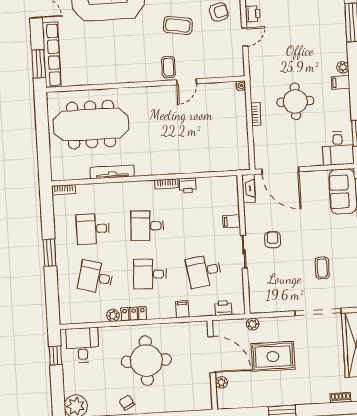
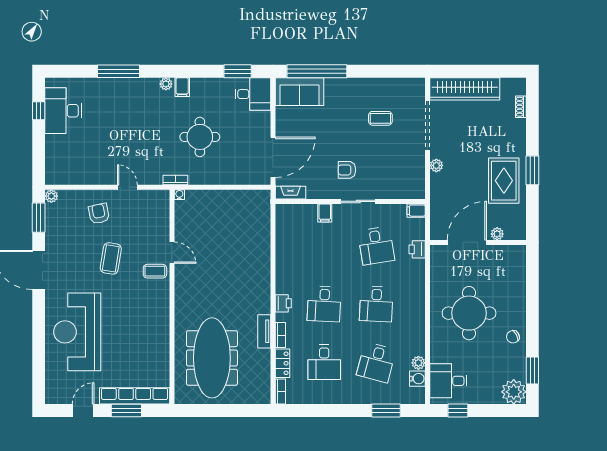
printer: (253, 14) -> (103, 177), removed
window: (39, 64) -> (126, 411), moved
bookcase: (256, 114) -> (175, 180), moved
tv unit: (112, 172) -> (264, 331), width x0.71
bookcase: (166, 184) -> (280, 335), moved
printer: (188, 185) -> (283, 303), moved
window: (49, 253) -> (386, 411), moved
printer: (223, 308) -> (417, 249), moved
filing cabinet: (182, 309) -> (416, 211), moved
locker: (134, 314) -> (282, 363), moved, turned 180
plant: (113, 315) -> (418, 363), moved
water cooler: (83, 316) -> (417, 379), added
plant: (253, 324) -> (436, 165), moved
rug: (273, 356) -> (504, 181), moved

